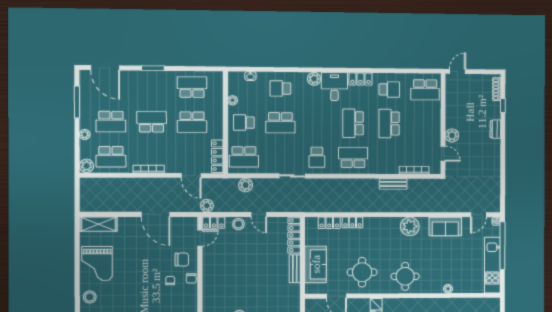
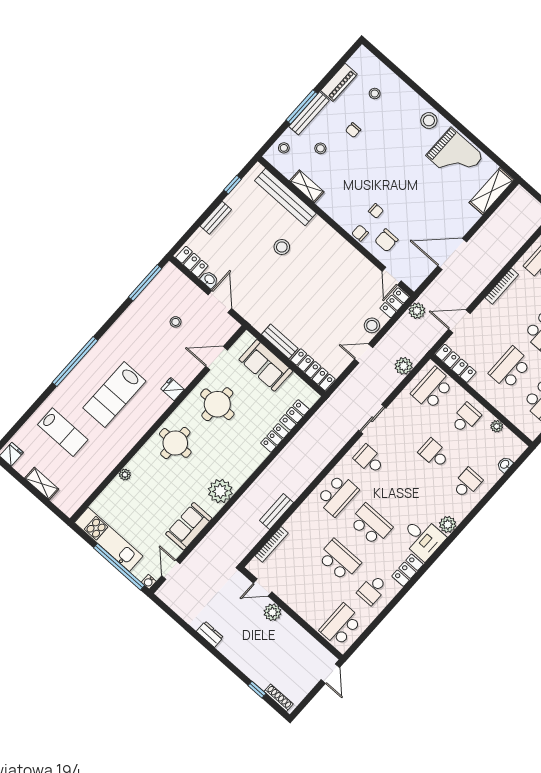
school desk: (280, 123) -> (434, 454), width x0.54
dresser: (495, 129) -> (210, 634), moved
grand piano: (97, 264) -> (455, 156), turned 180

